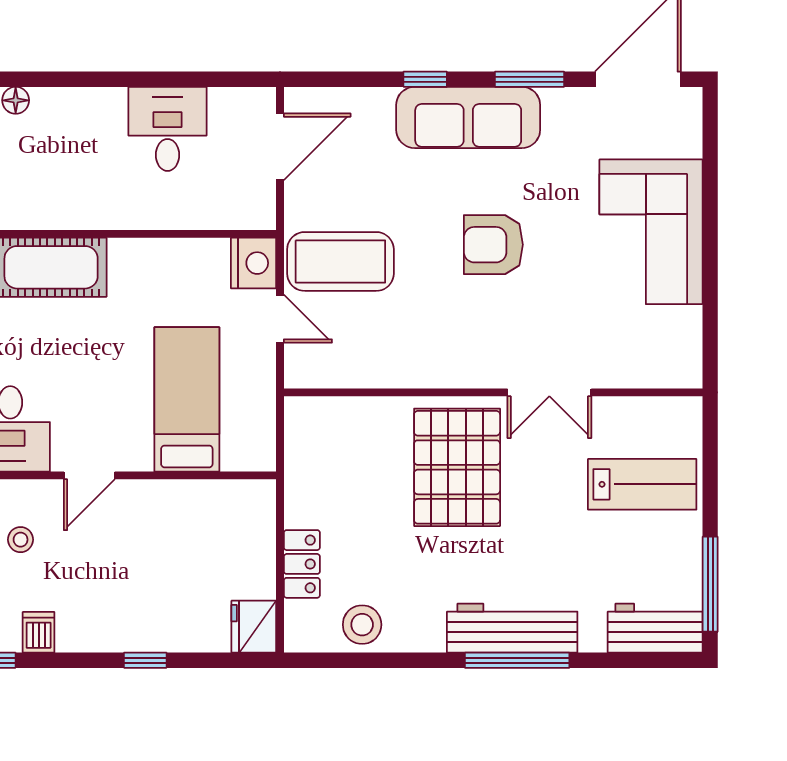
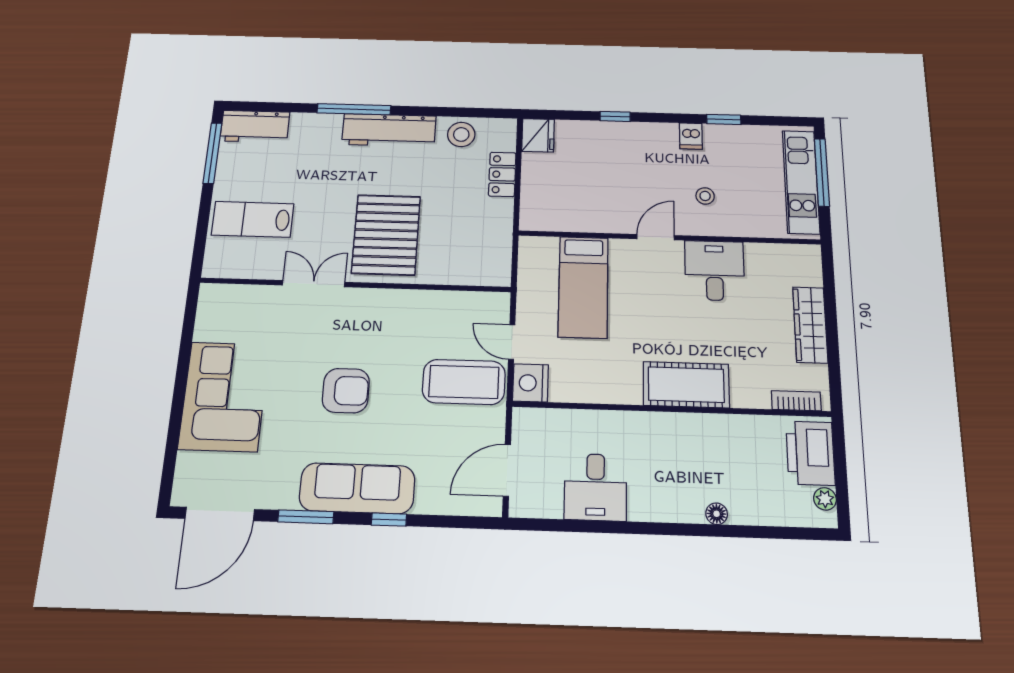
workbench: (512, 628) -> (389, 130), moved

